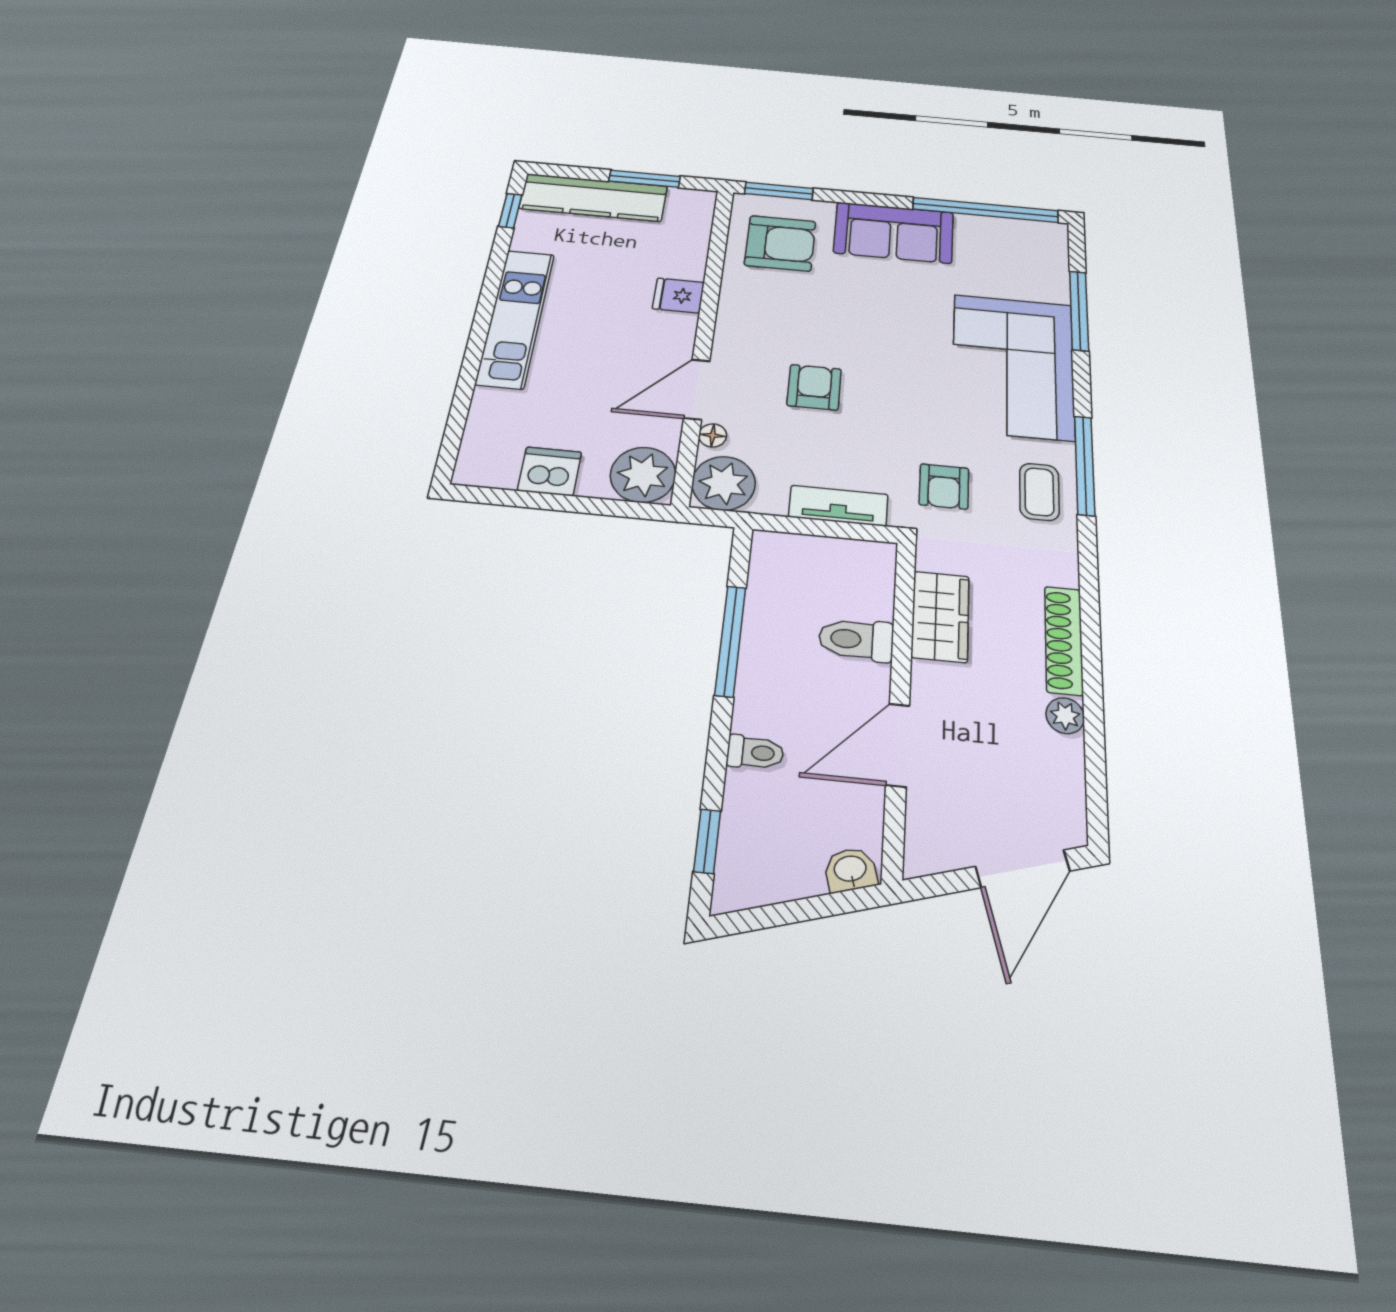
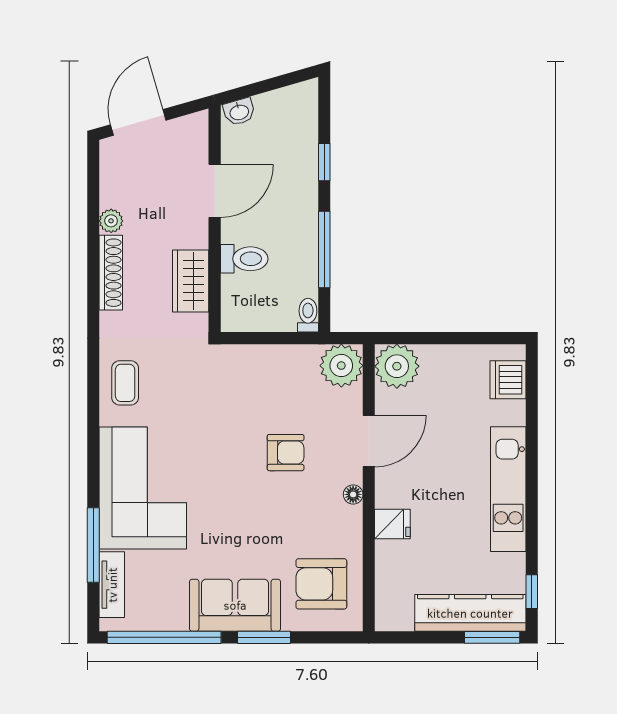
window: (645, 179) -> (492, 637), moved
window: (779, 191) -> (264, 637), moved
armchair: (814, 387) -> (286, 453), turned -90
floor lamp: (713, 435) -> (353, 494), moved
window: (1085, 465) -> (93, 408), removed
dishwasher: (550, 471) -> (508, 380), moved, turned 90
armchair: (944, 486) -> (191, 380), removed
tv unit: (838, 506) -> (112, 585), moved, turned -90
toilet: (755, 752) -> (308, 315), moved, turned 90
window: (707, 841) -> (324, 162), moved

